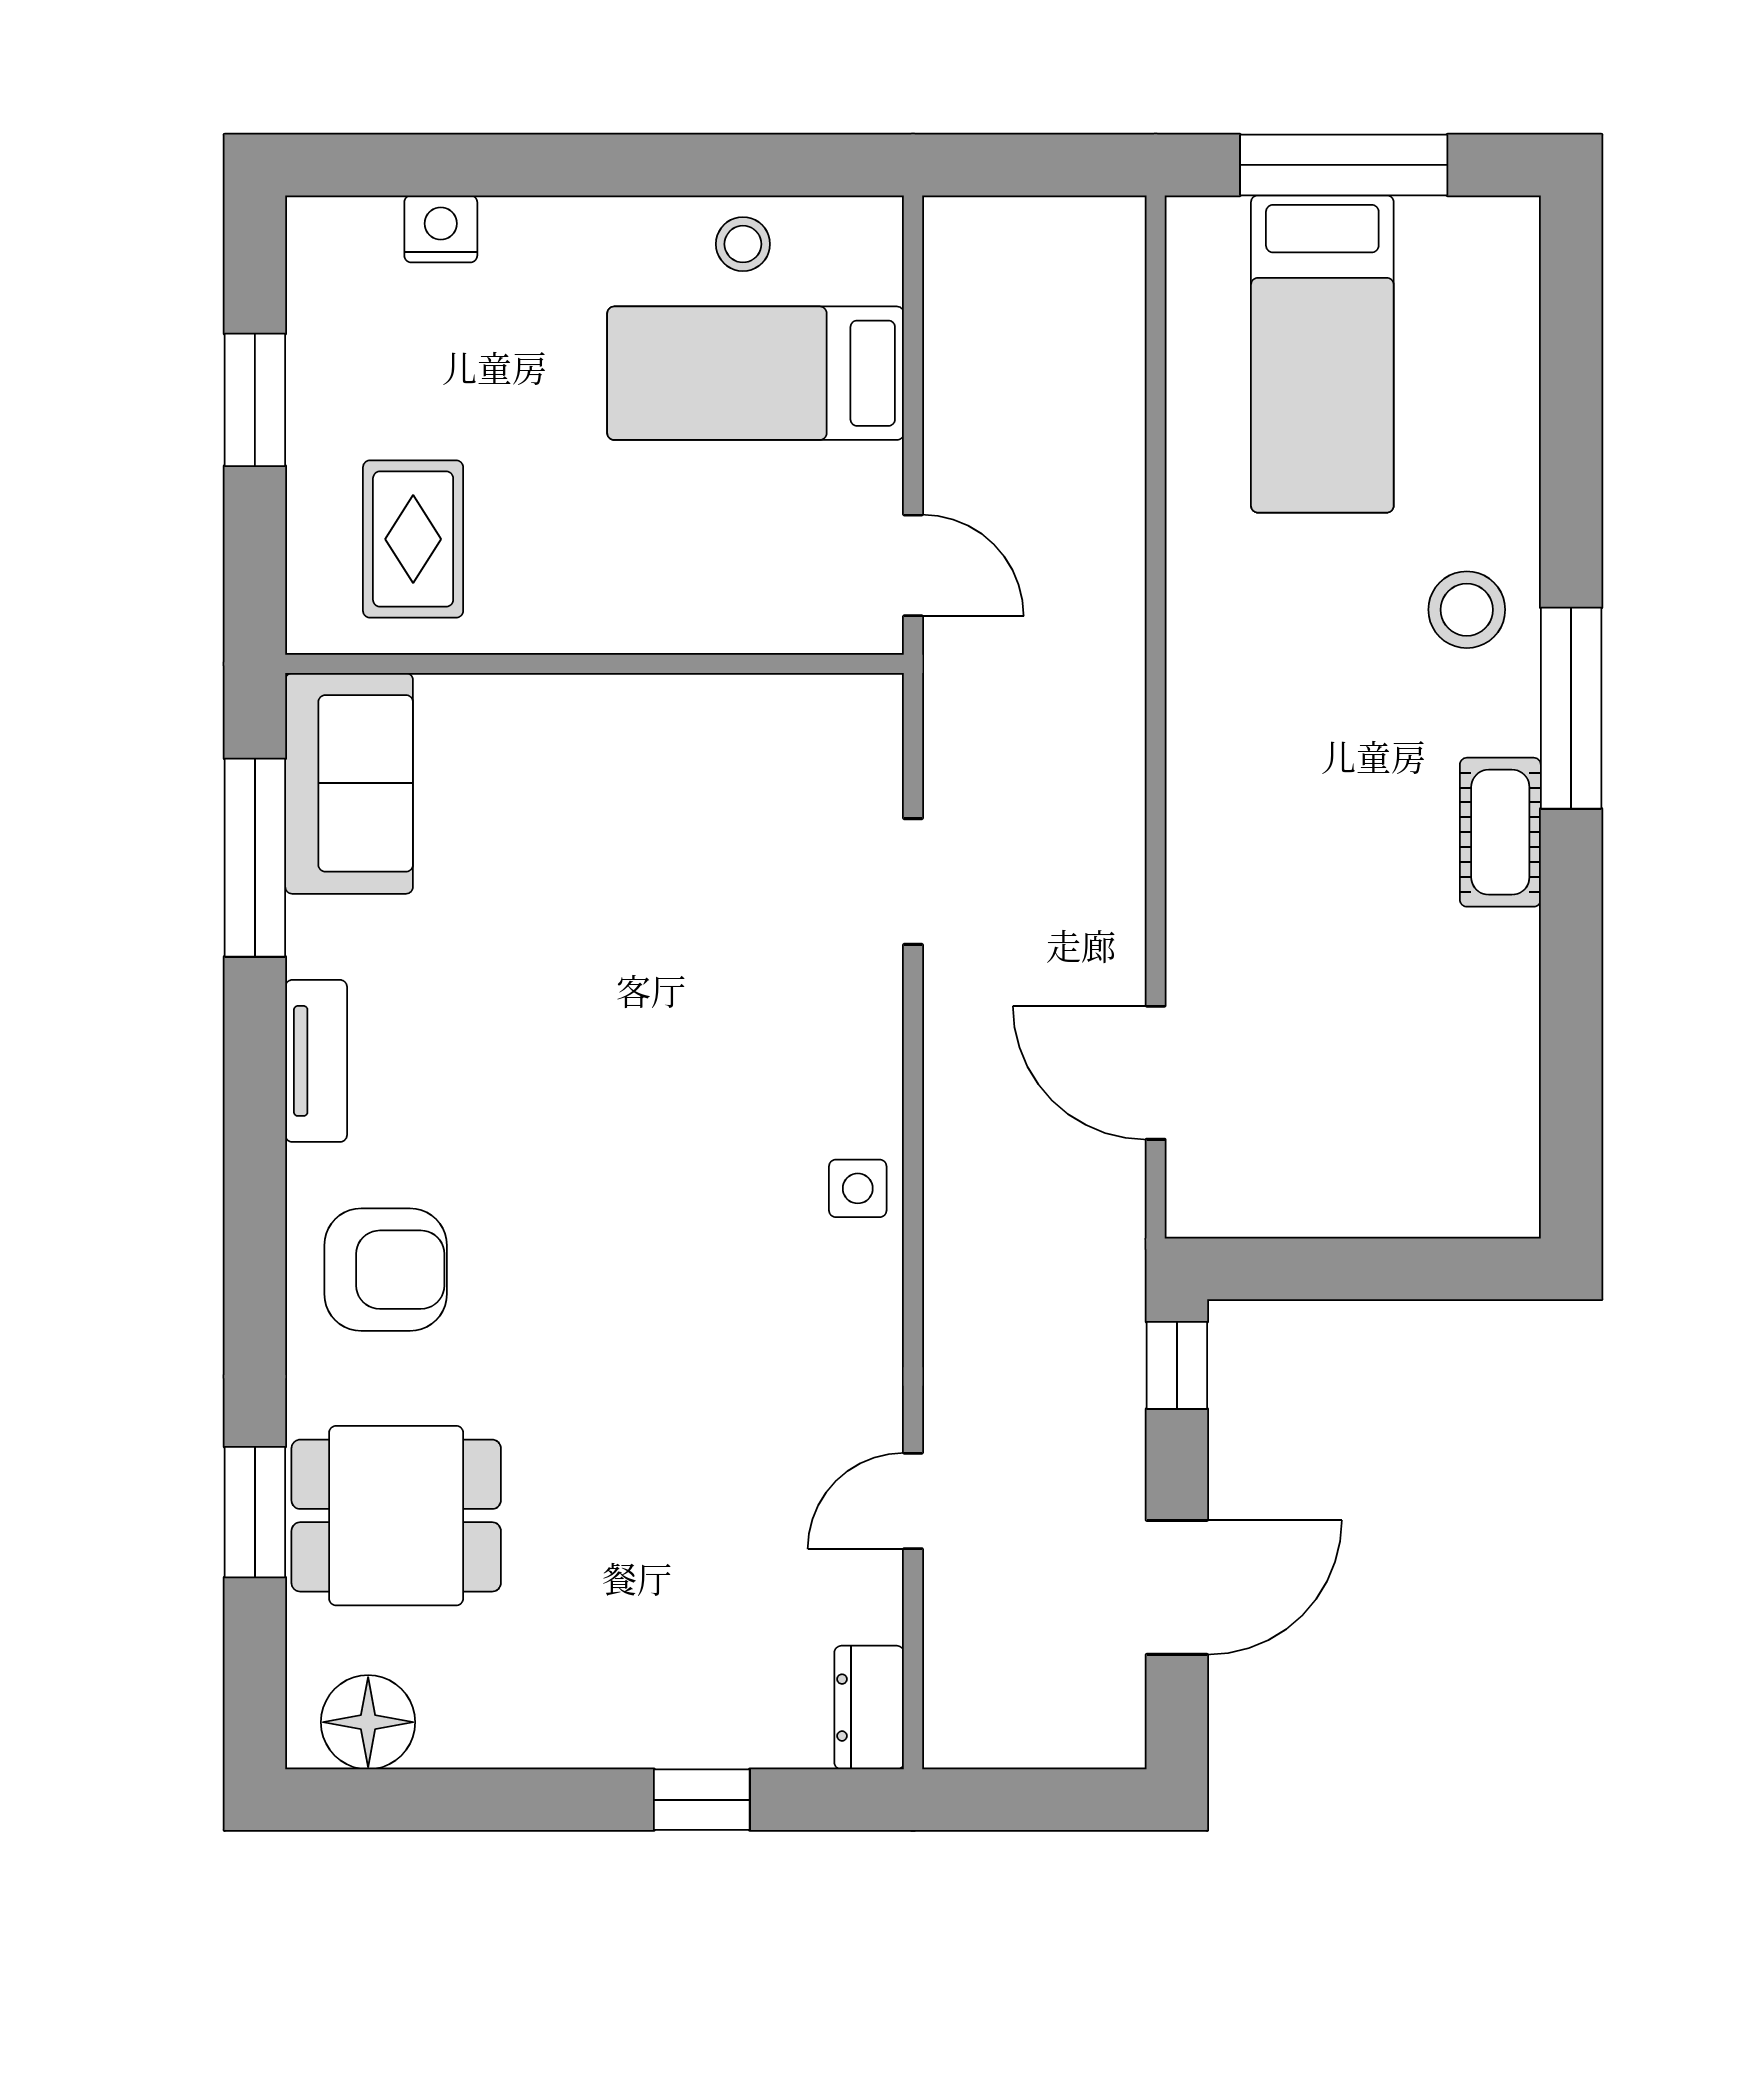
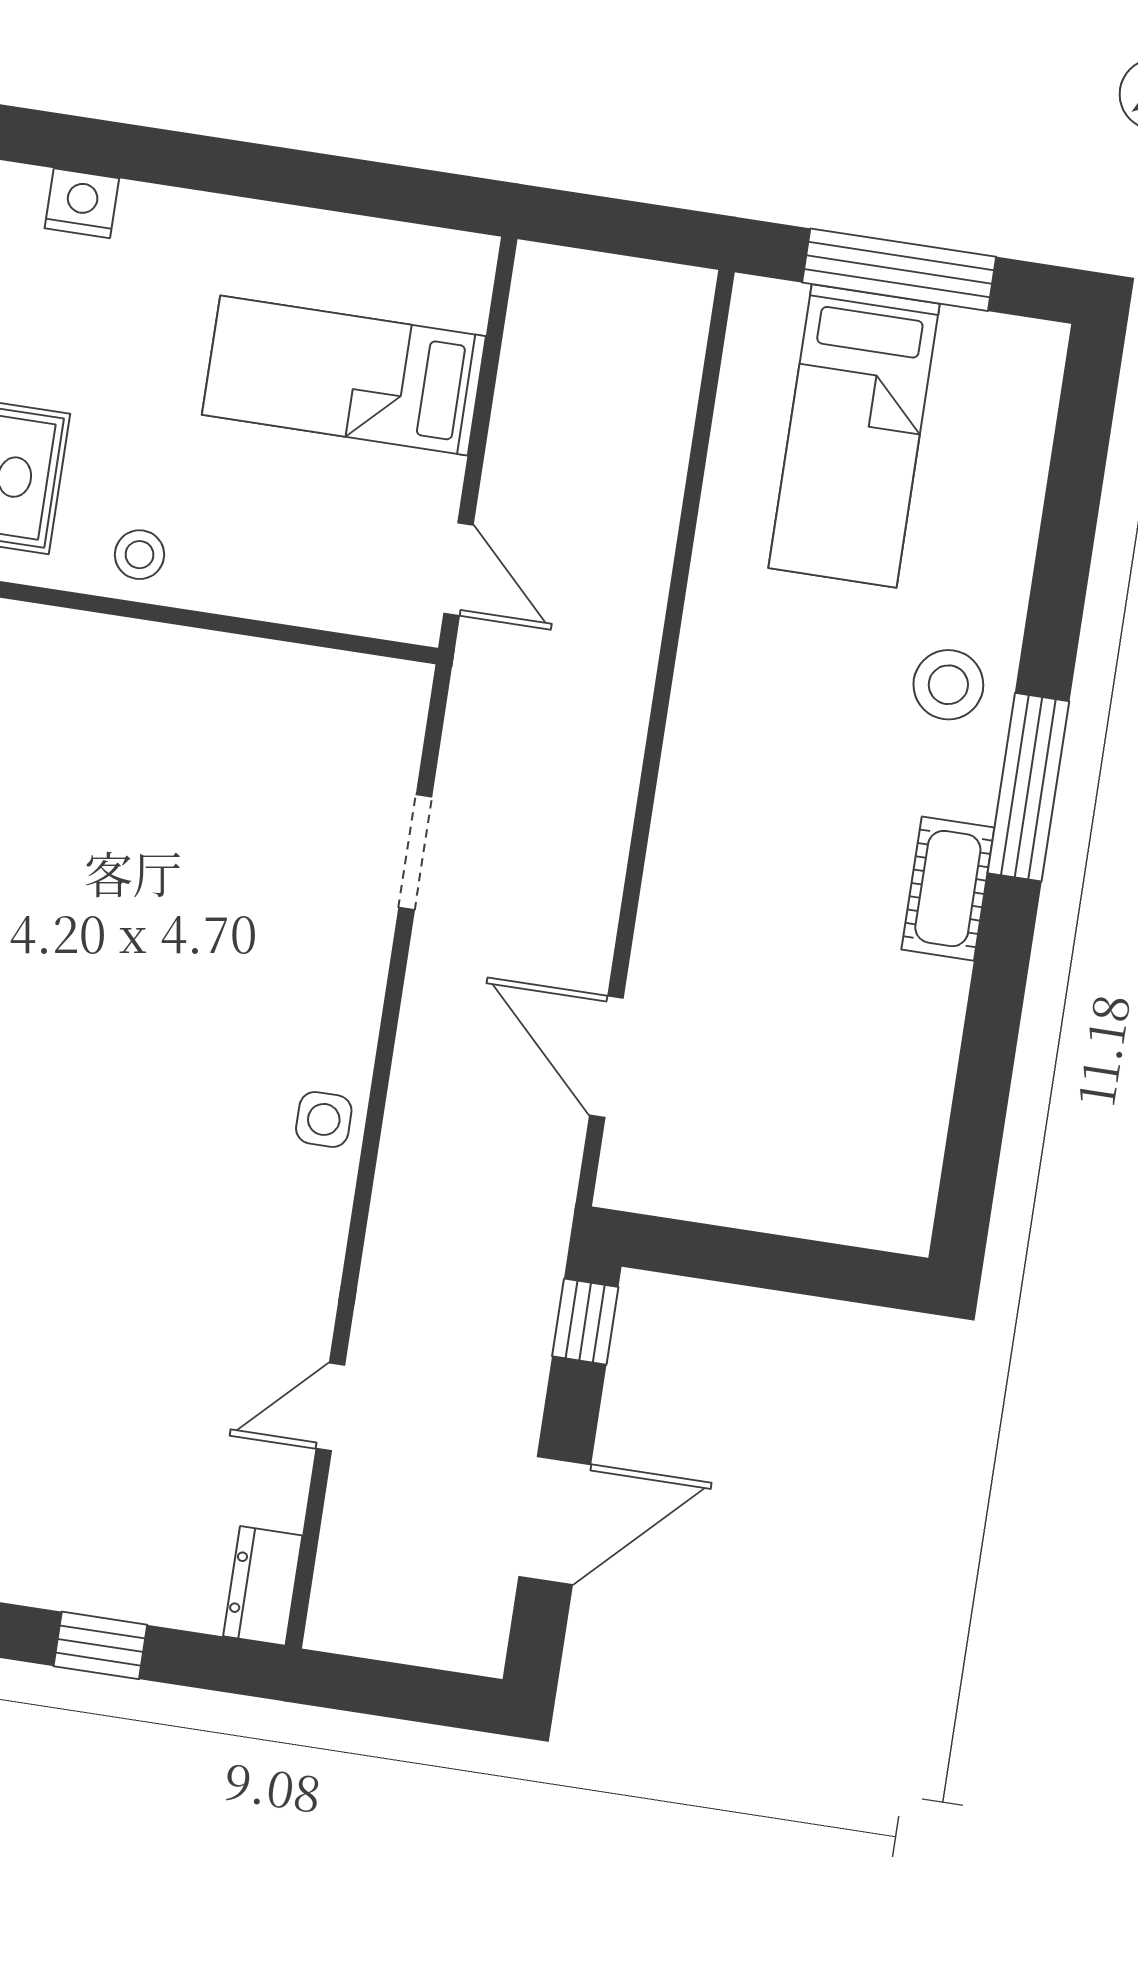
stool: (743, 244) -> (139, 555), moved

